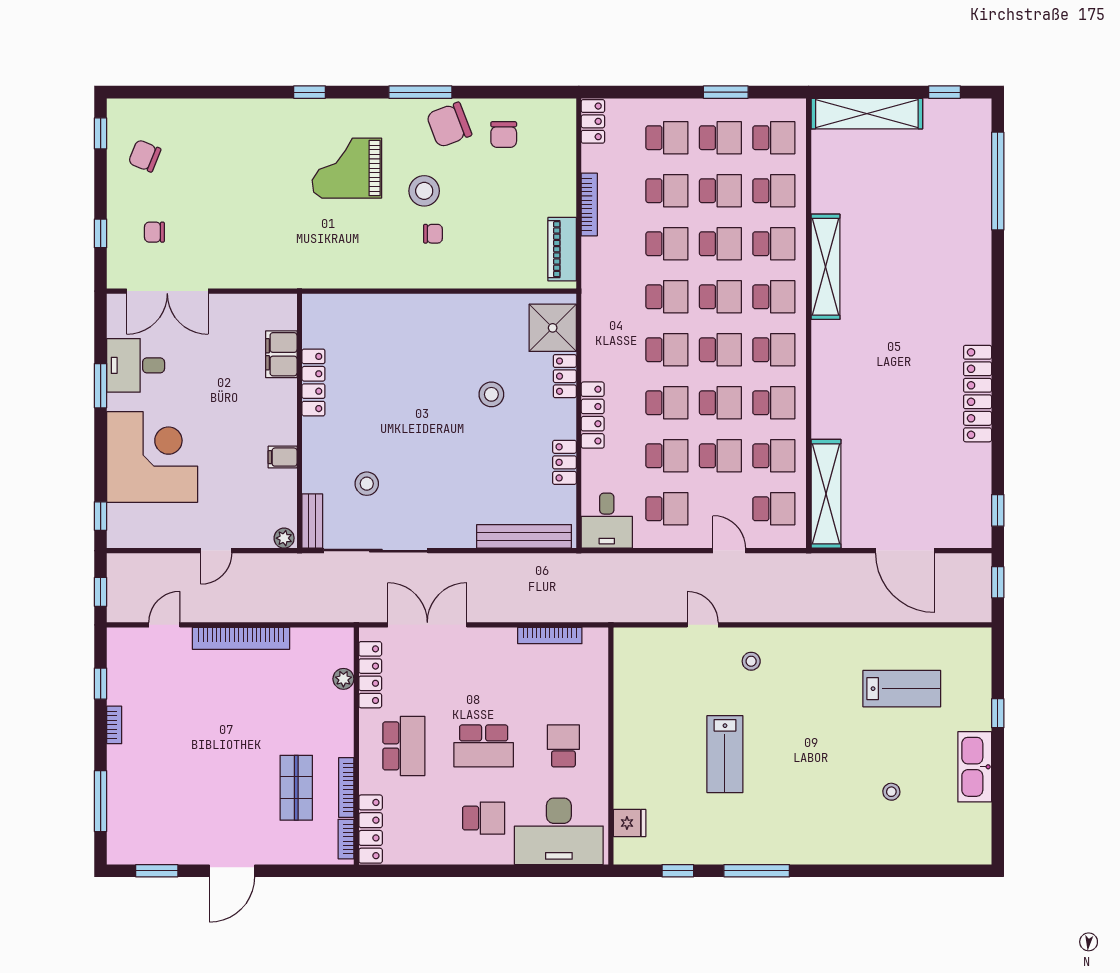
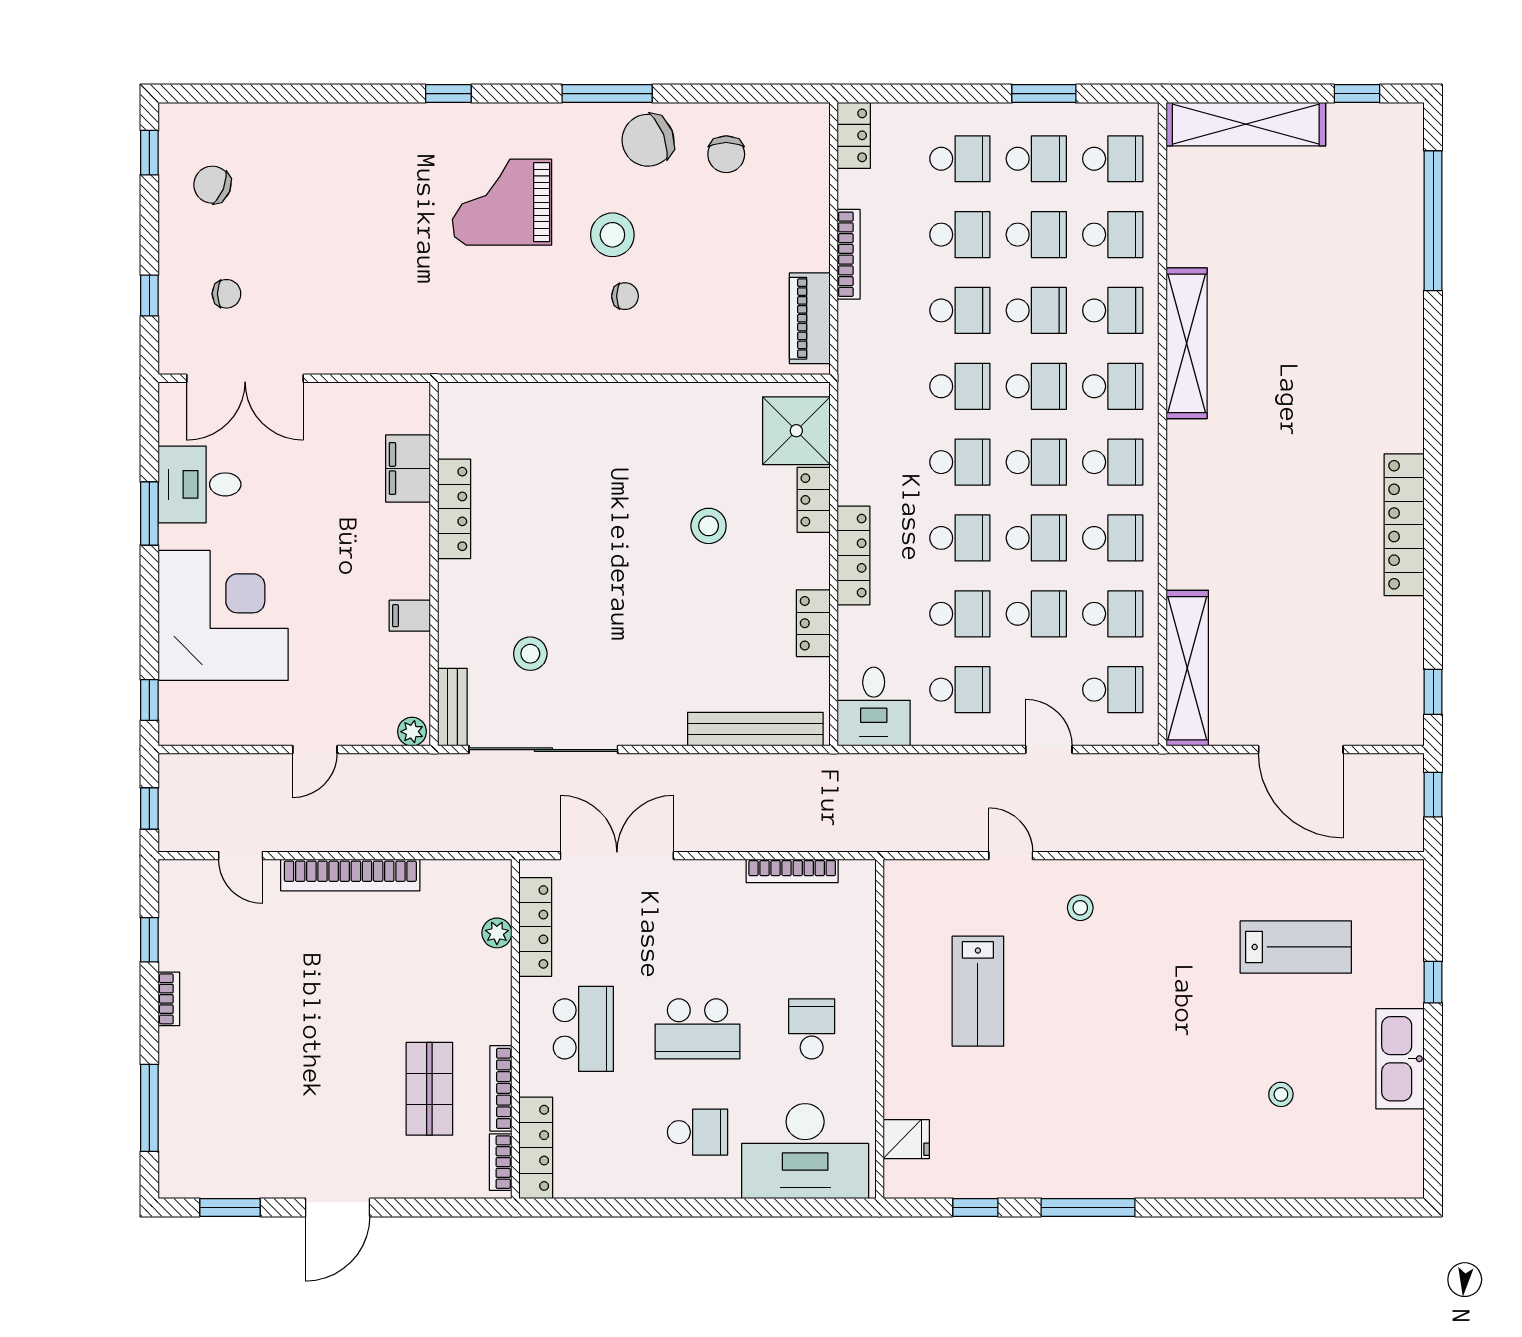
chair: (154, 232) -> (226, 294), turned 180
door: (164, 625) -> (241, 856), swing flipped
lab bench: (725, 754) -> (978, 991), moved

